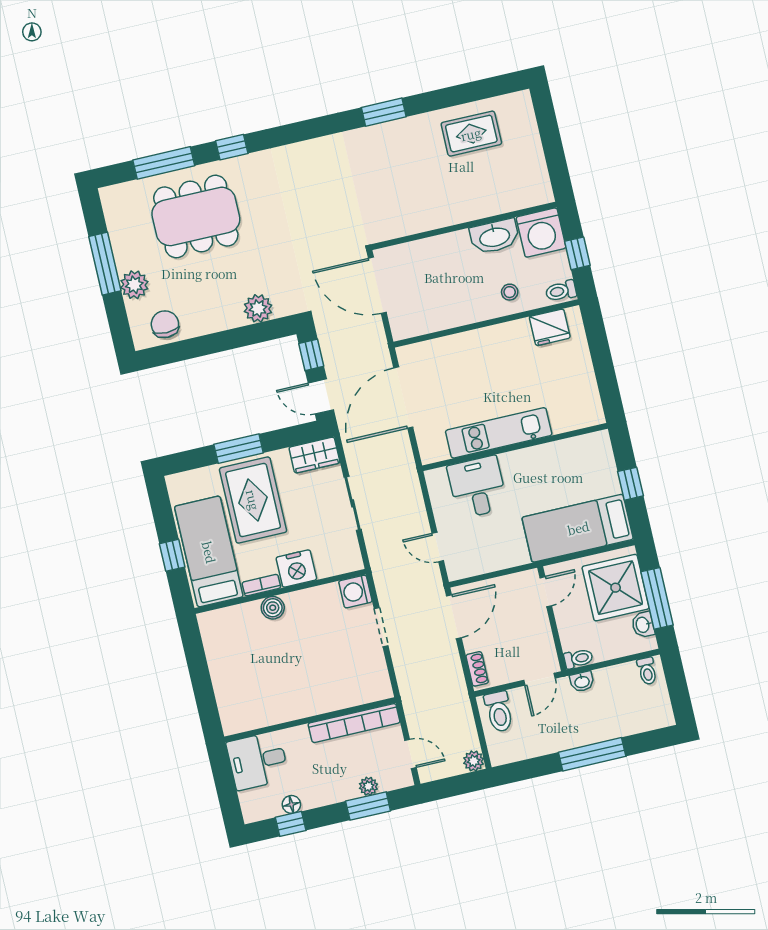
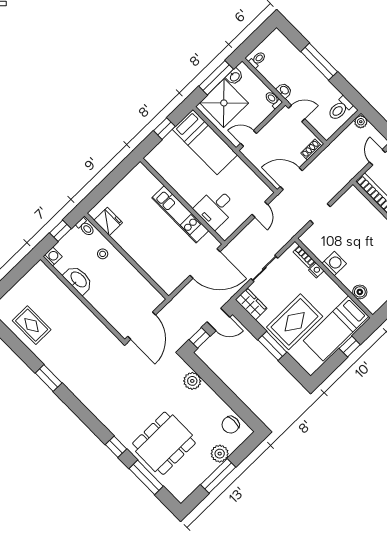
dining table: (196, 216) -> (164, 443), turned 90
washing machine: (541, 233) -> (53, 256), width x0.53, depth x0.53
door: (321, 396) -> (218, 320), hinge flipped
door: (403, 398) -> (205, 263), moved
nightstand: (296, 569) -> (316, 270), width x0.53, depth x0.56
bookcase: (261, 585) -> (304, 257), moved
washing machine: (355, 592) -> (334, 263), moved, turned -90
boiler: (273, 608) -> (360, 292), moved
toilet: (499, 712) -> (340, 109), moved, turned 180

